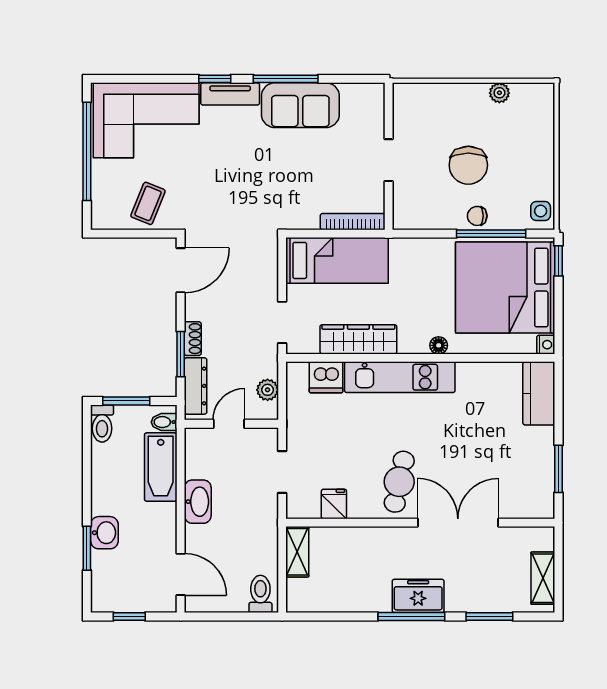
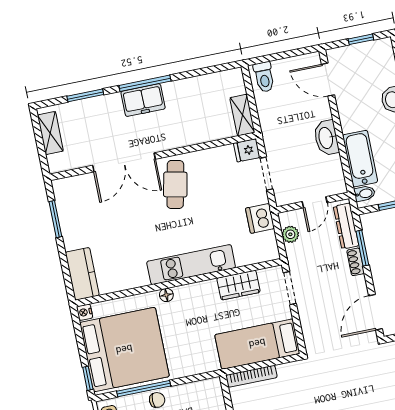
wardrobe: (358, 339) -> (238, 285), width x0.67
dishwasher: (326, 377) -> (260, 218), moved, turned -90
fridge: (334, 504) -> (247, 150), moved, turned 90

